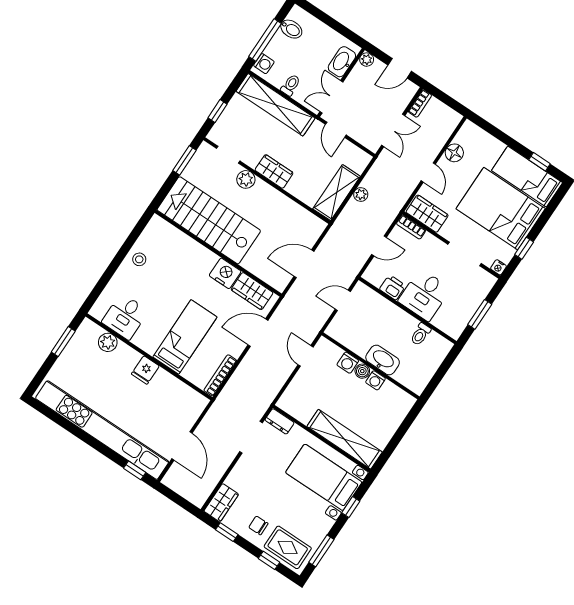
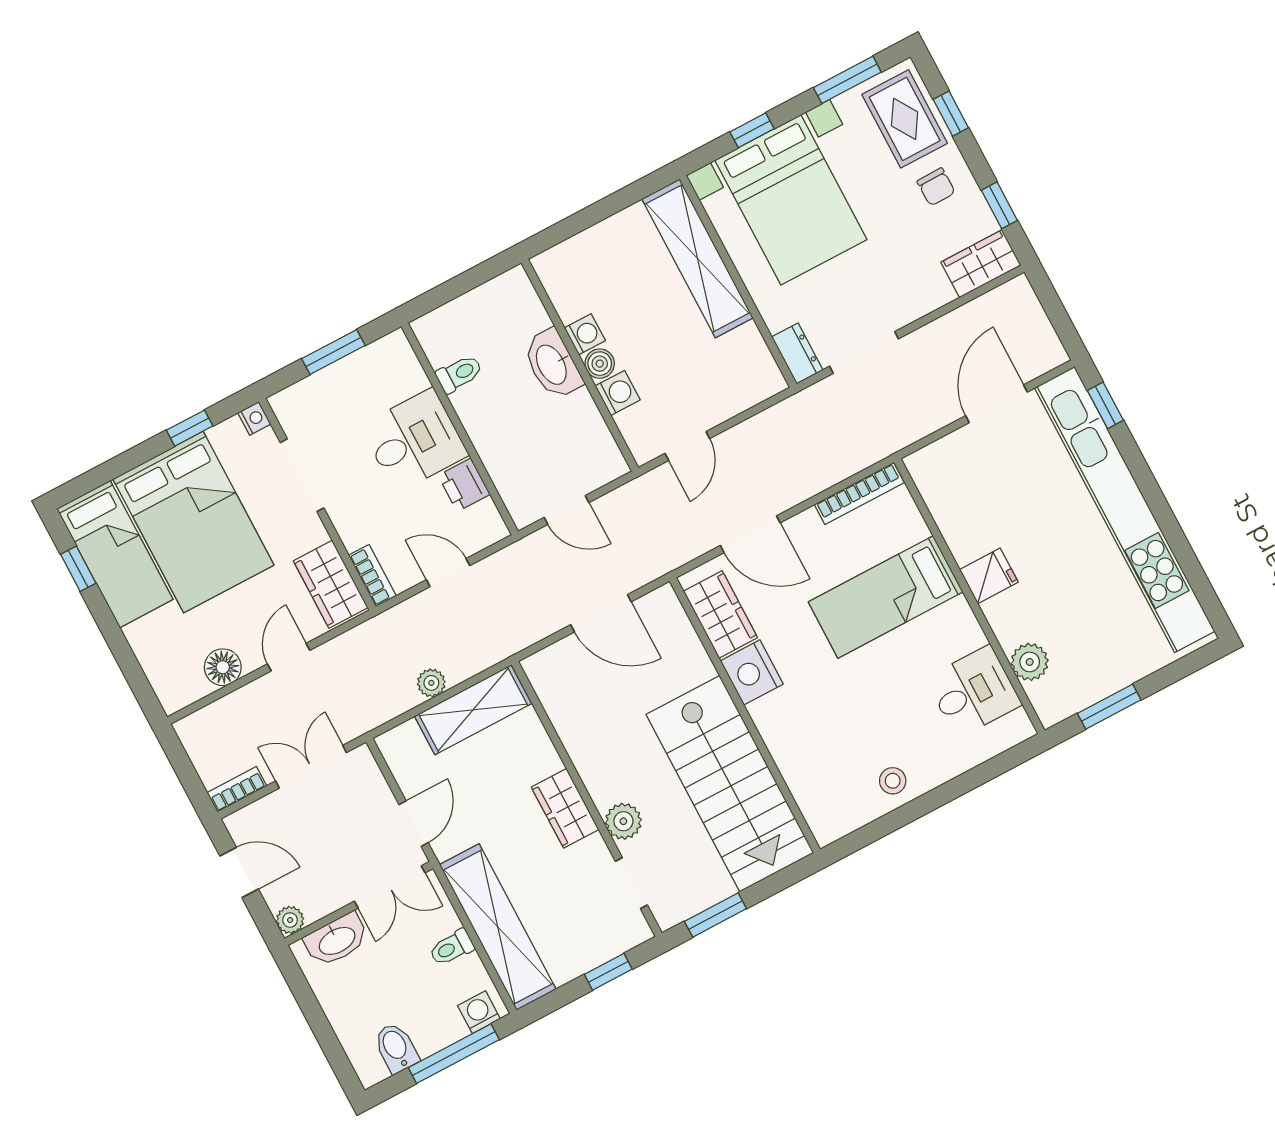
bed with nightstands: (324, 477) -> (791, 200), width x1.36

